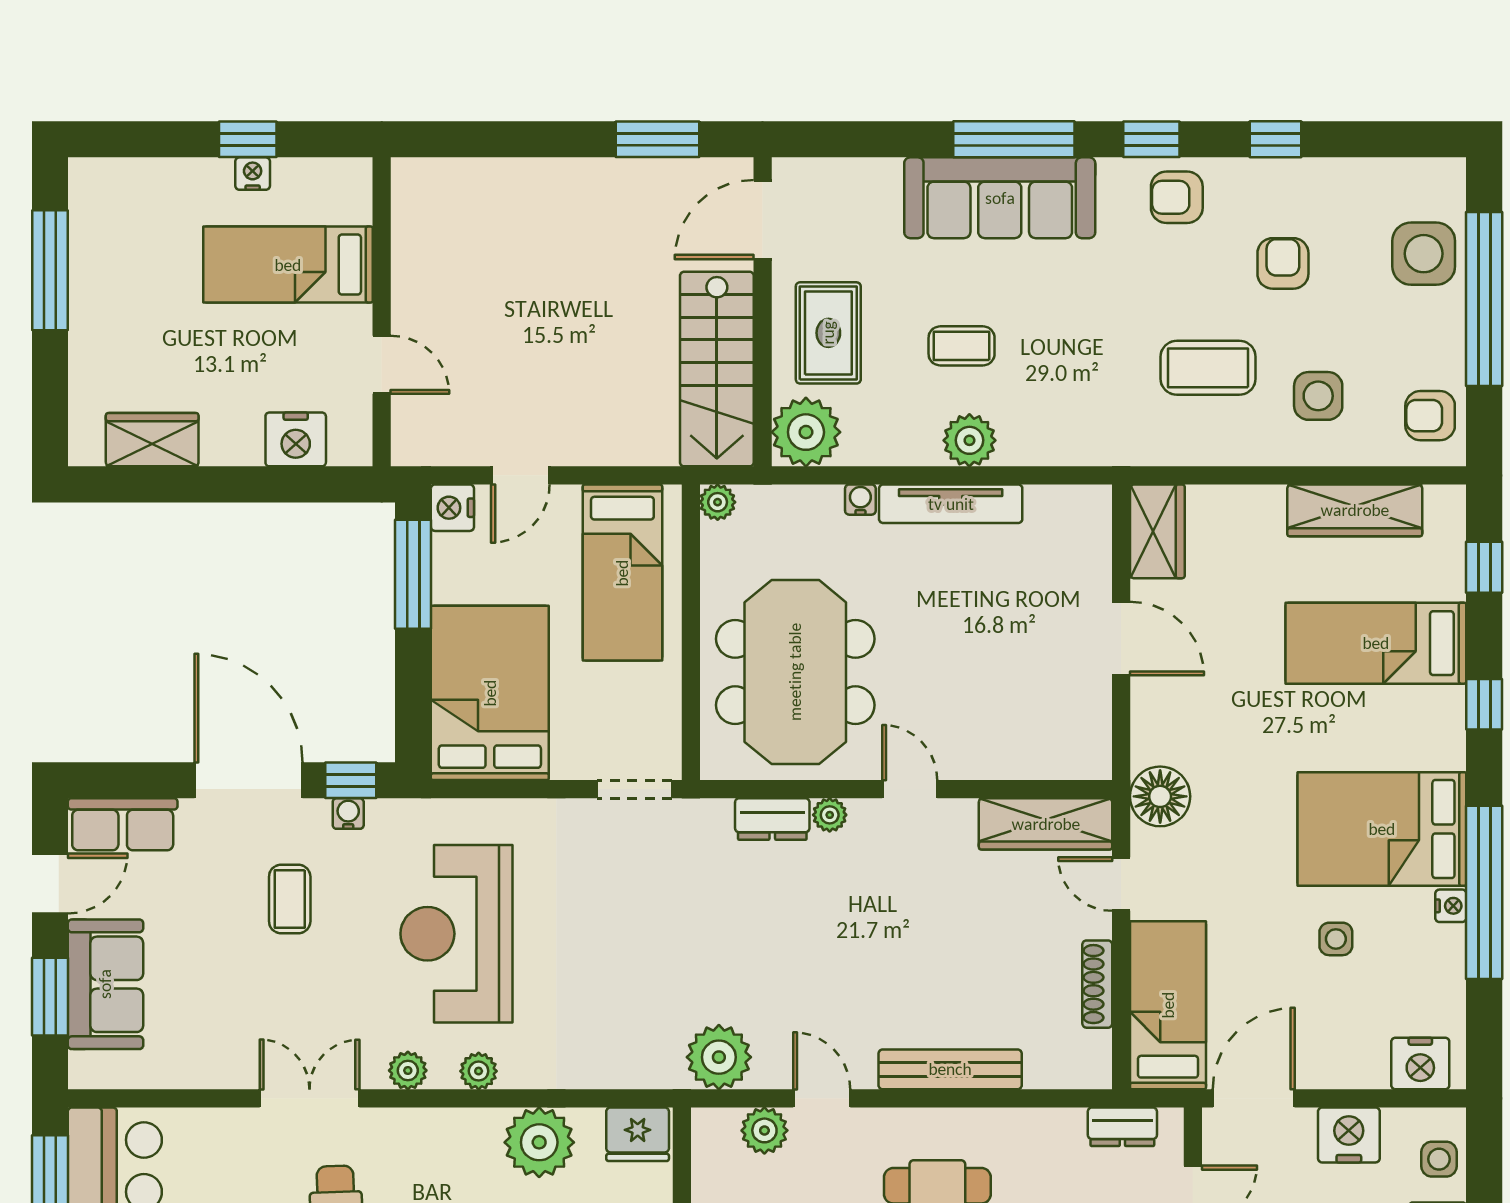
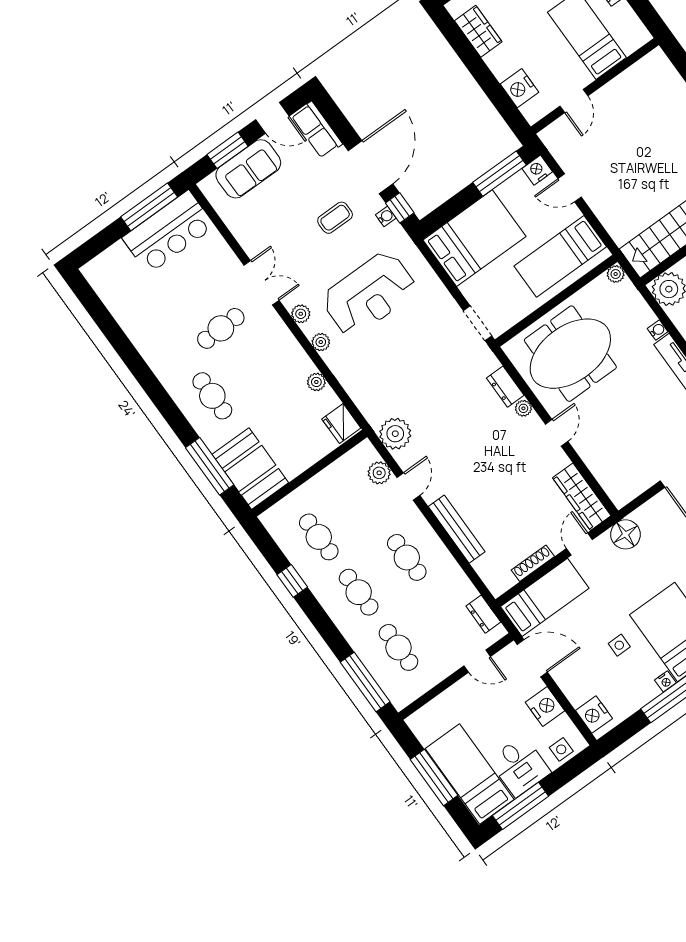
reception desk: (457, 934) -> (369, 294), turned 180
plant: (539, 1142) -> (316, 382), width x0.53, depth x0.53

